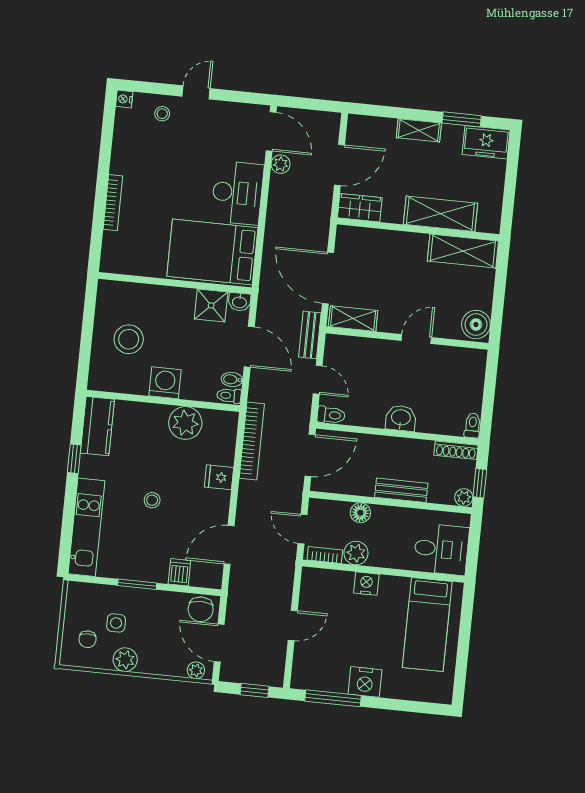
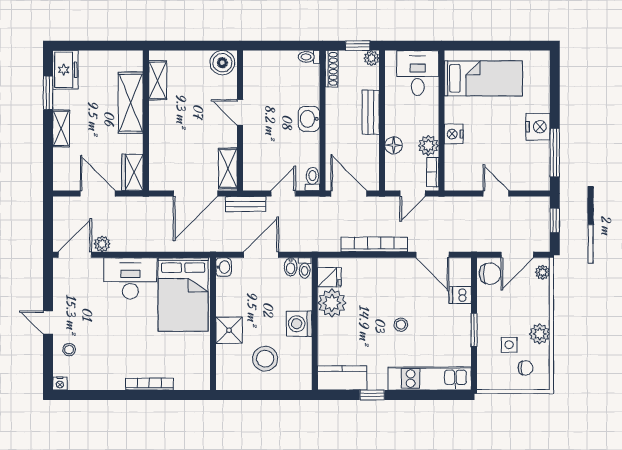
shelving: (463, 251) -> (158, 80), width x0.67, depth x0.75
shower: (211, 305) -> (229, 330), moved
bookcase: (252, 441) -> (374, 244), moved
fridge: (219, 477) -> (329, 277), moved, turned -90

